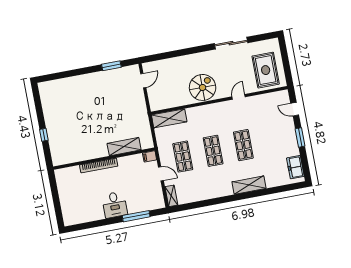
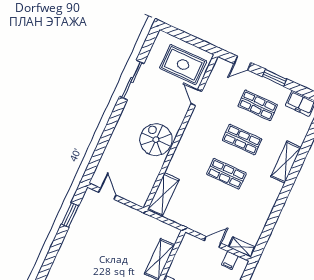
door: (239, 97) -> (196, 98), moved
filing cabinet: (150, 156) -> (230, 260), moved
shop shelf: (183, 157) -> (258, 105), moved

